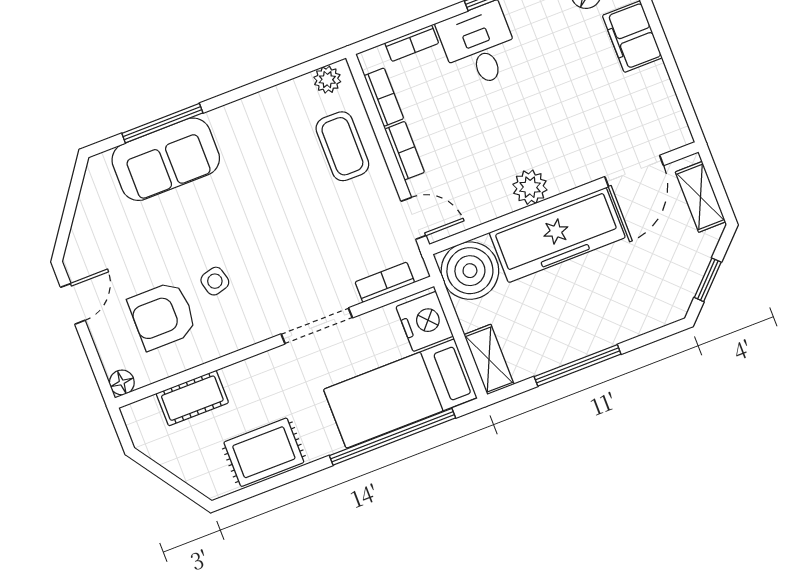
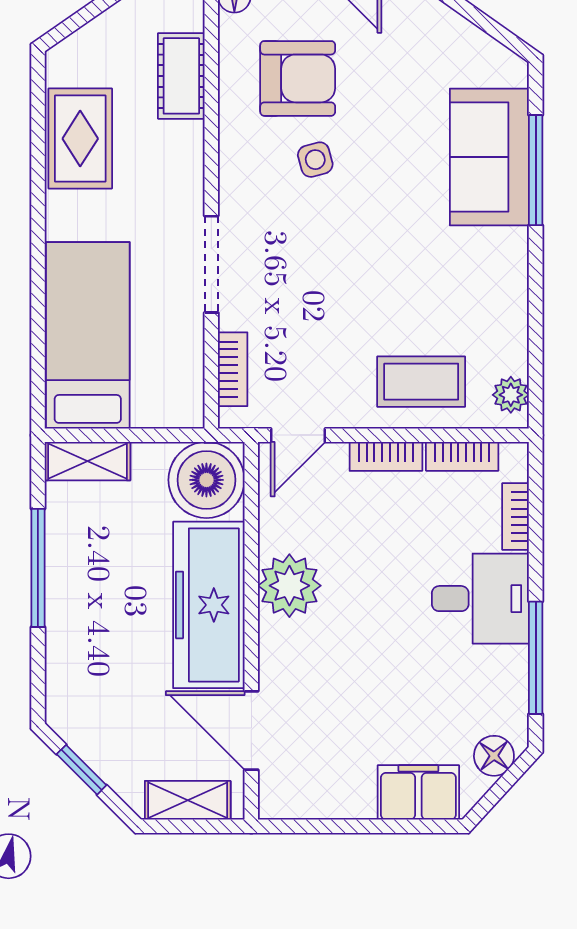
plant: (530, 187) -> (289, 586), width x1.36, depth x1.36
armchair: (163, 316) -> (298, 78), turned 90
nightstand: (425, 321) -> (165, 400), removed
window: (392, 437) -> (38, 305), removed

